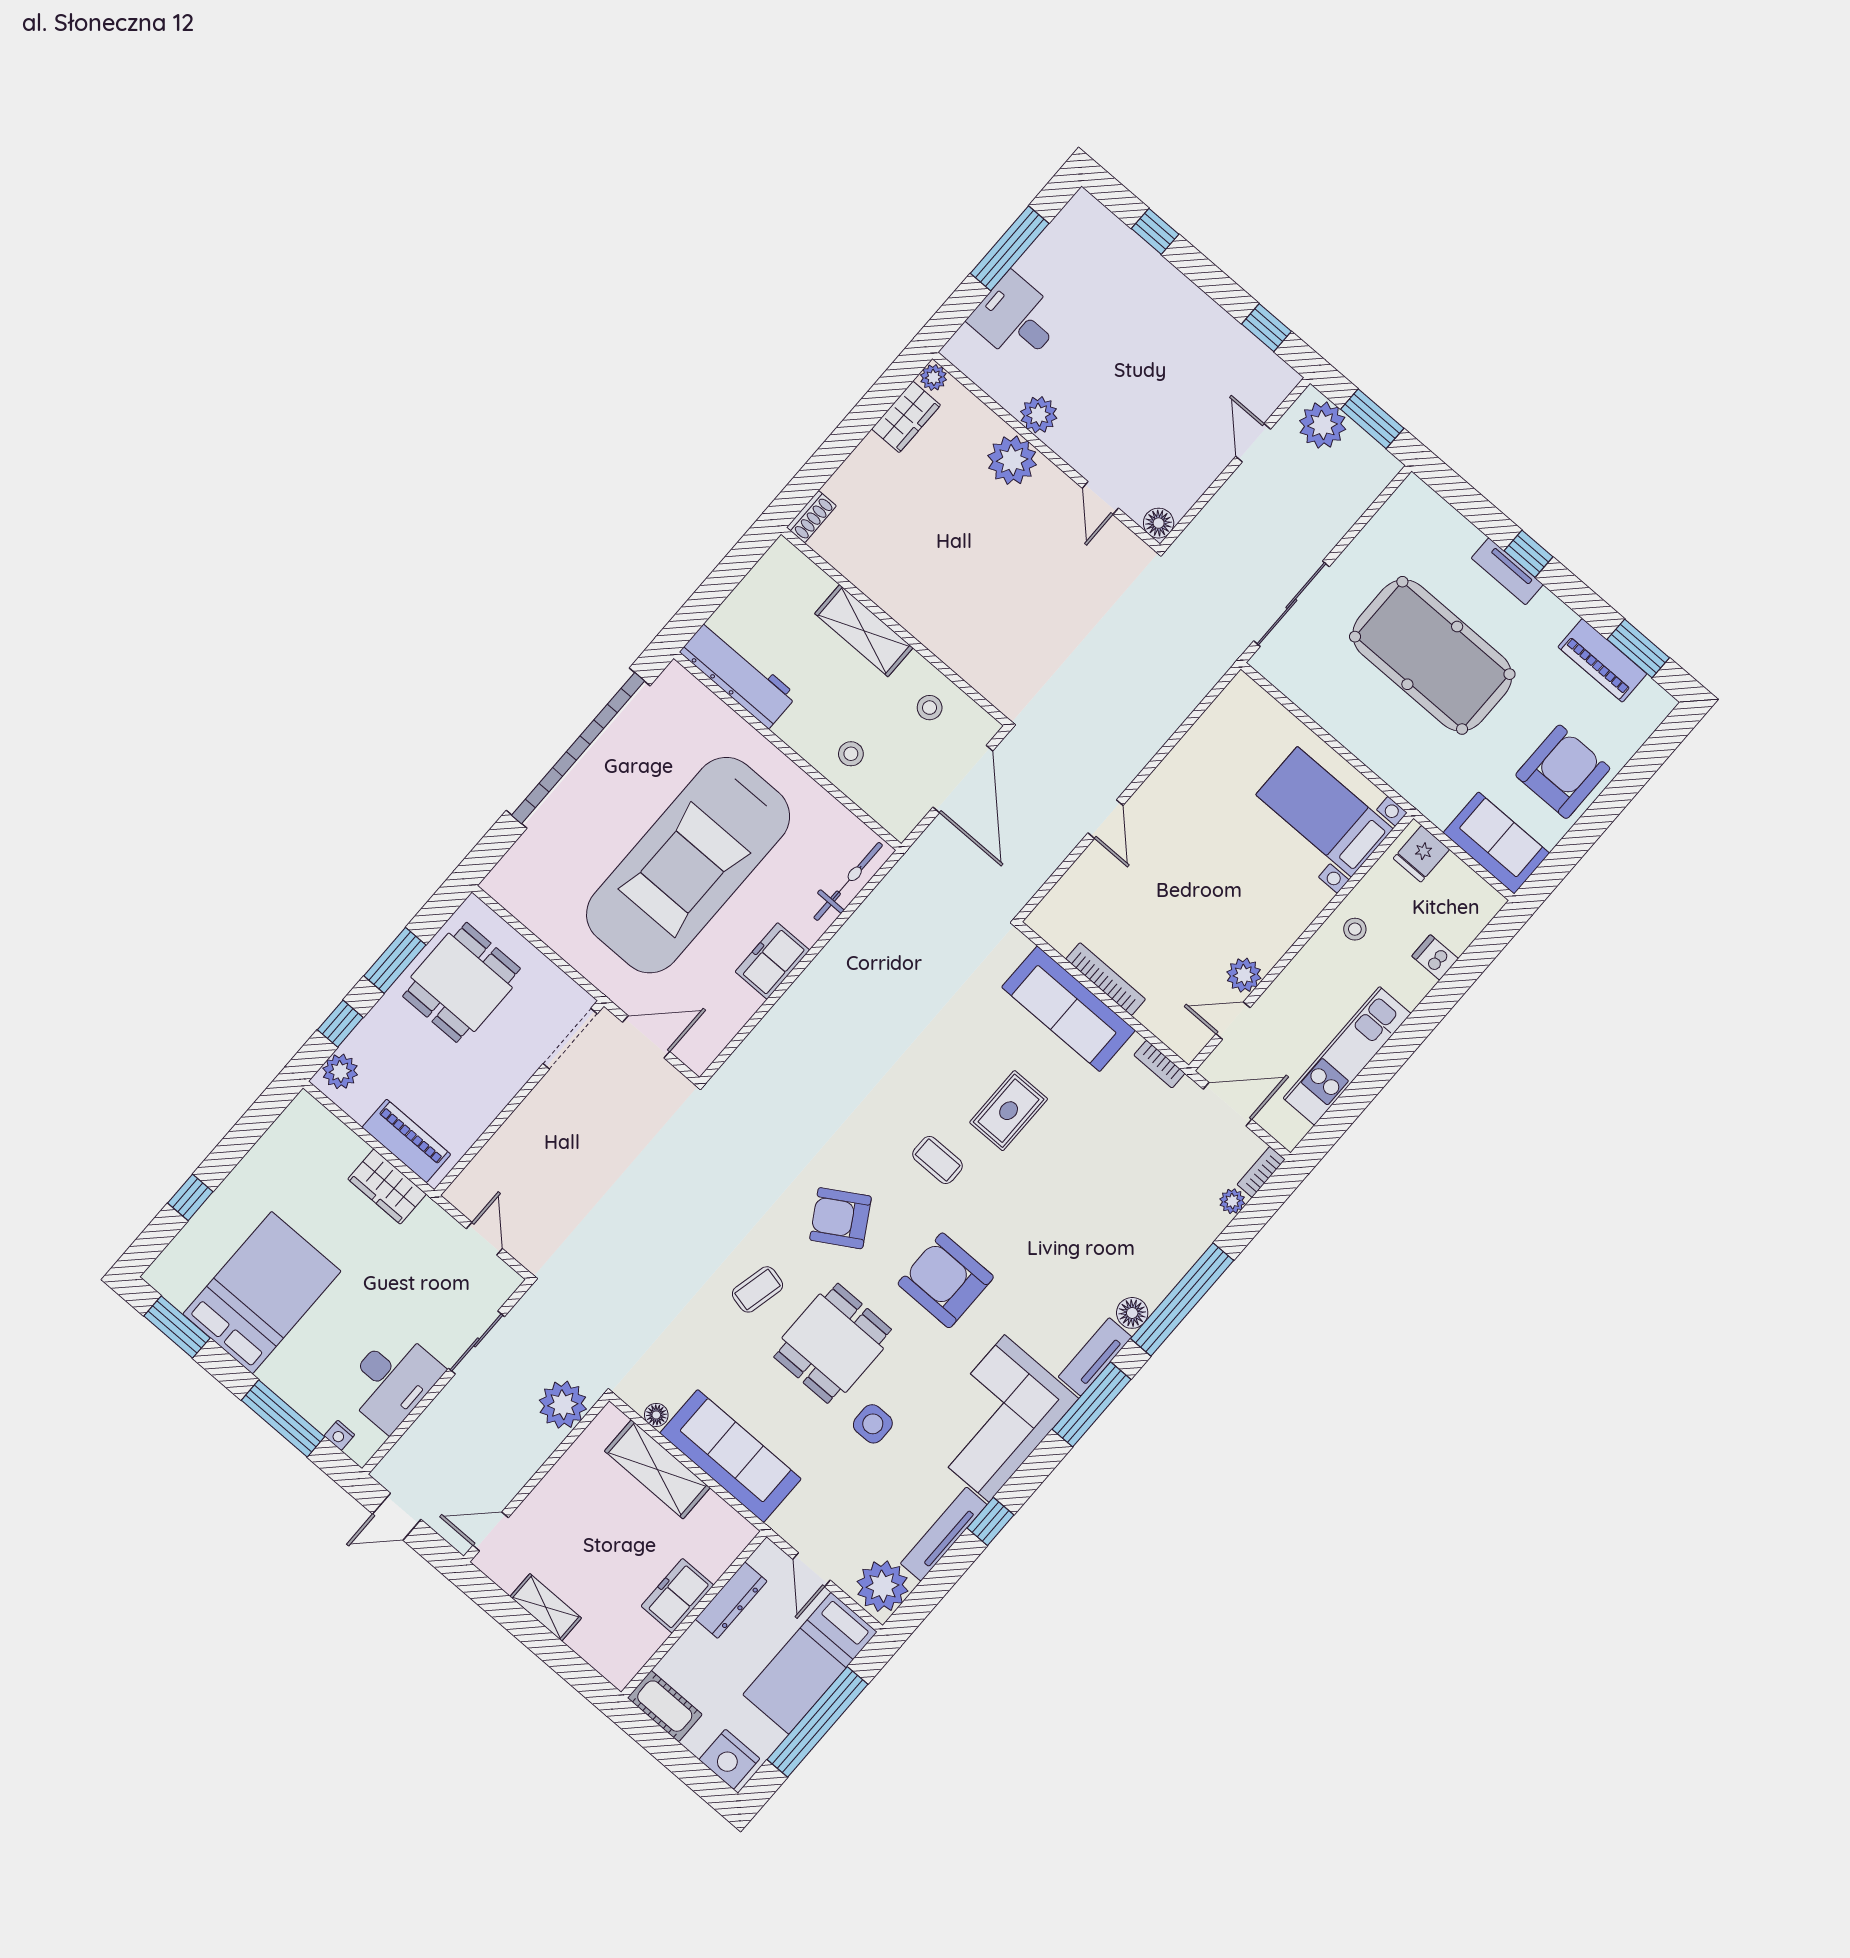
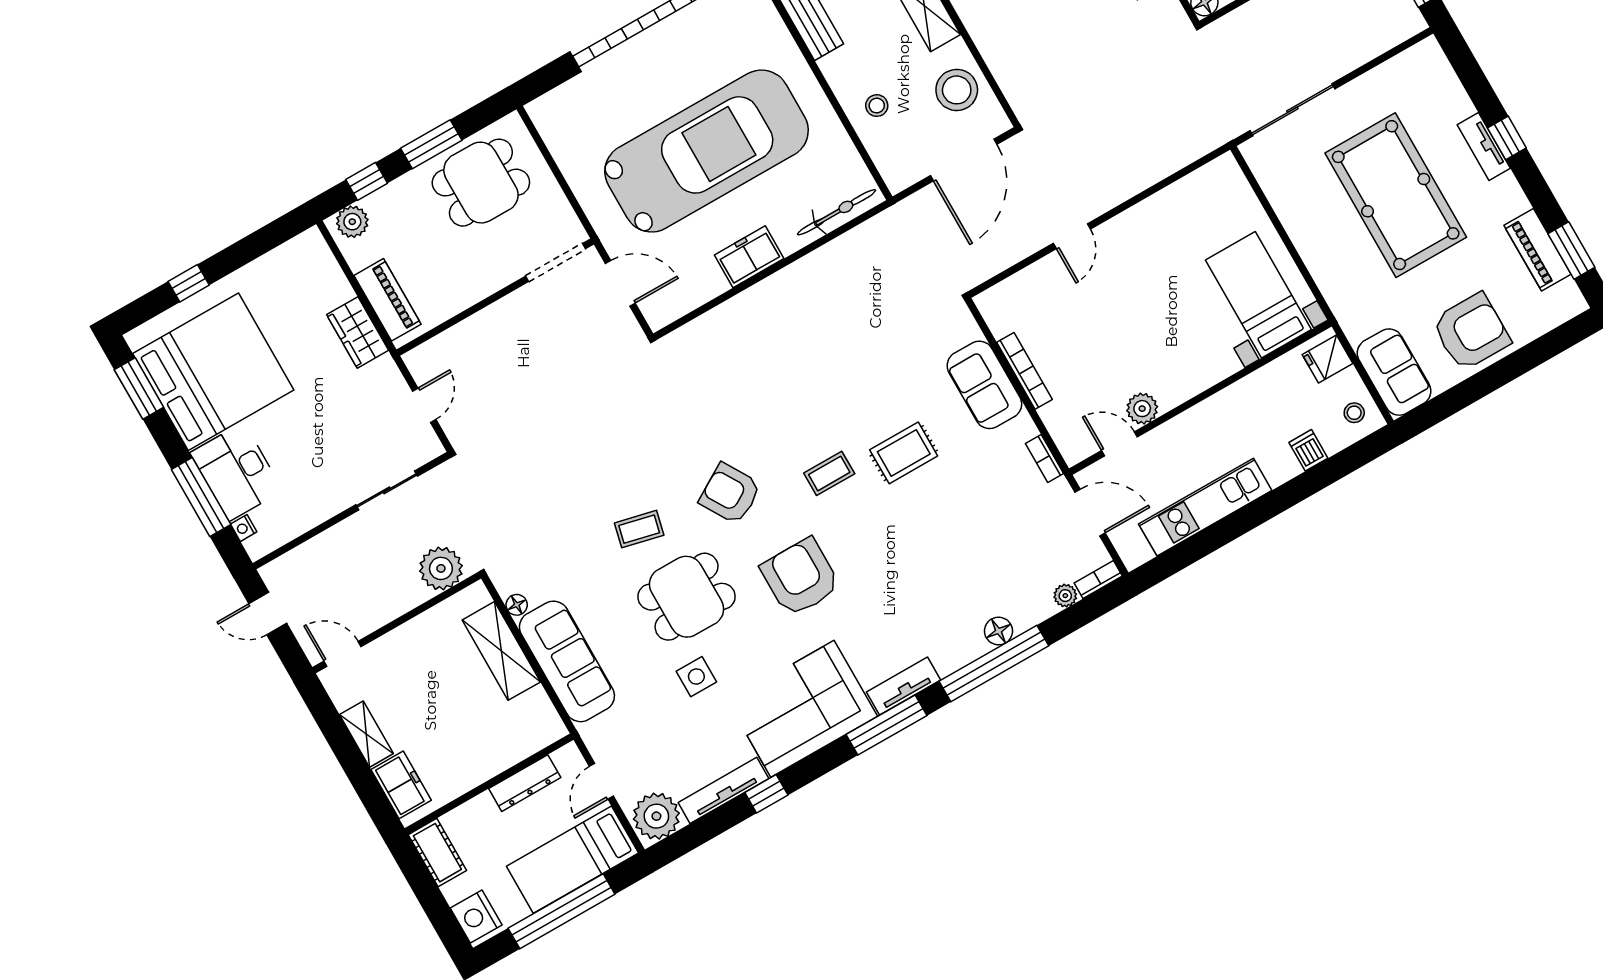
stool: (930, 708) -> (957, 90), width x1.89, depth x1.89
car: (688, 865) -> (707, 151), turned 180
stool: (1355, 929) -> (1354, 413), moved
sofa: (1068, 1009) -> (984, 385), width x0.73
coffee table: (938, 1160) -> (829, 473), turned 90
bed: (262, 1293) -> (213, 372), width x1.36
floor lamp: (1132, 1313) -> (998, 631), moved
desk: (392, 1380) -> (236, 472), moved, turned 90
freezer: (677, 1596) -> (401, 785), moved, turned 90

